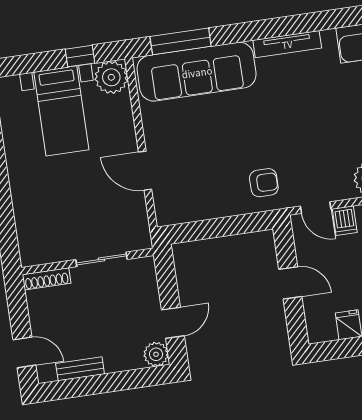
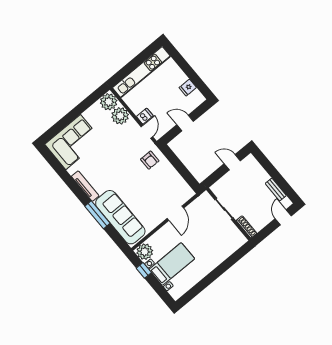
window: (181, 41) -> (97, 215), moved
armchair: (264, 183) -> (150, 160), turned 180
door: (290, 283) -> (185, 123), hinge flipped
plant: (156, 354) -> (250, 161), removed

